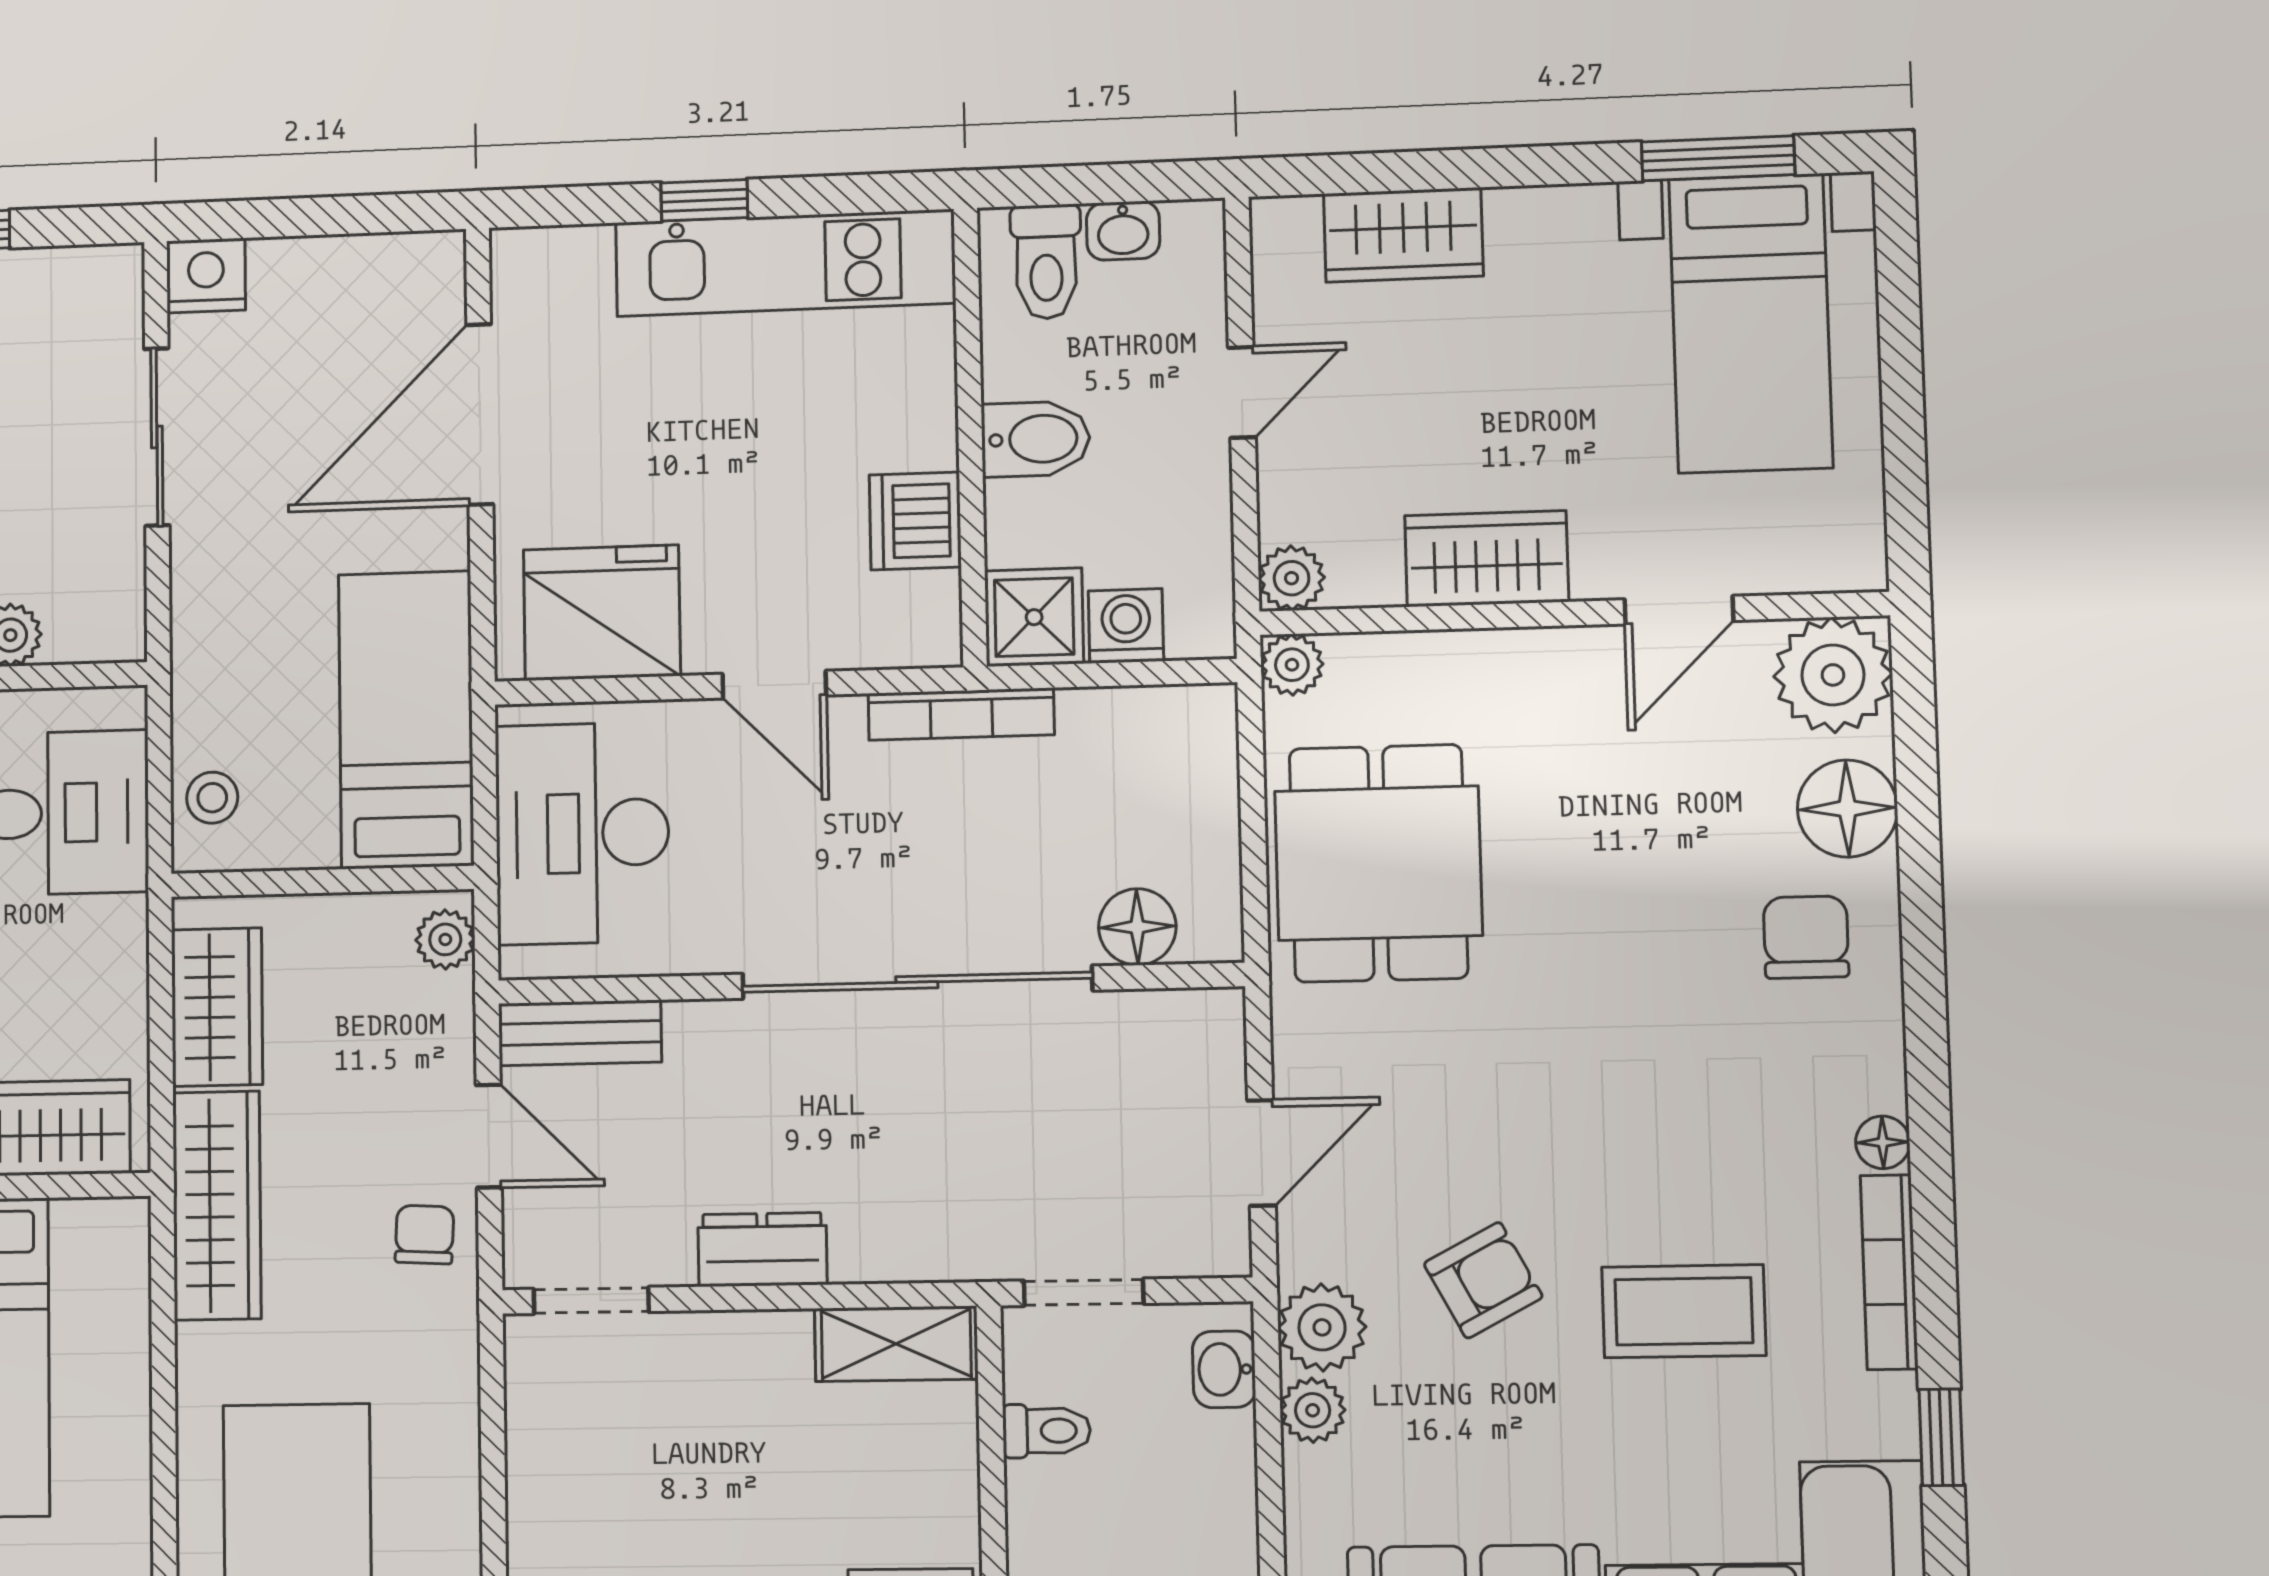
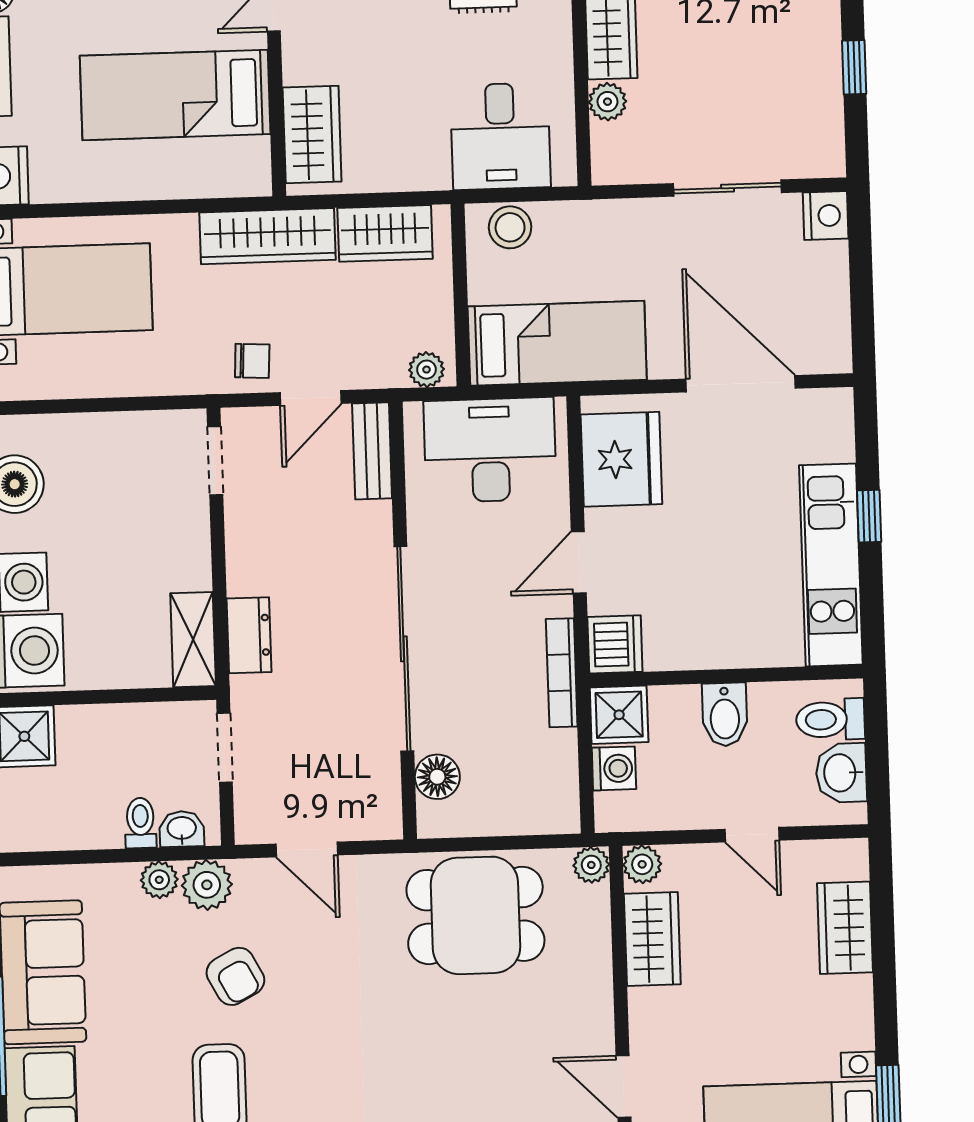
washbasin: (1123, 231) -> (841, 773), width x1.38, depth x1.45
dishwasher: (915, 521) -> (615, 644), moved, turned 90
wardrobe: (1487, 559) -> (652, 939), moved
stool: (212, 798) -> (510, 227), width x1.37, depth x1.37
dresser: (762, 1250) -> (249, 635), moved
toilet: (1047, 1431) -> (140, 823), moved, turned 180

